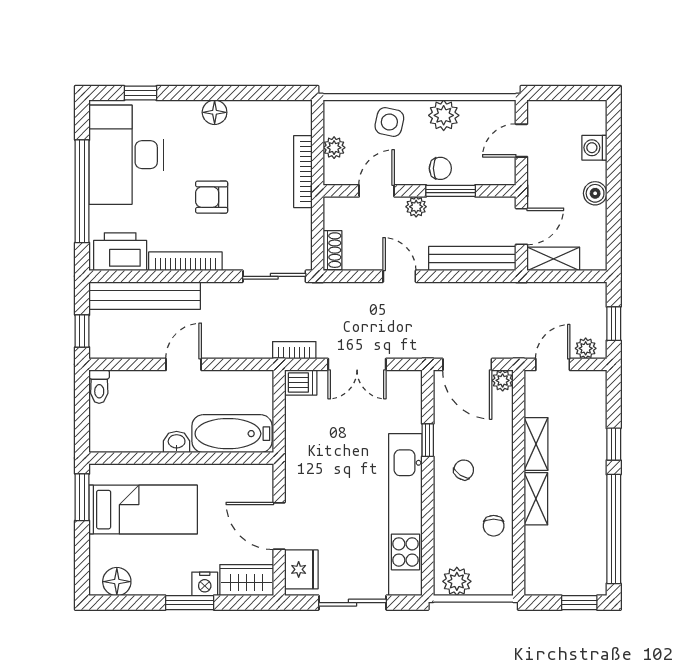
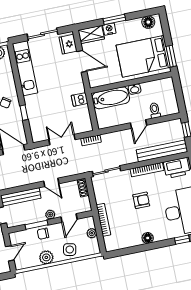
dishwasher: (301, 382) -> (80, 99), moved
toilet: (99, 387) -> (155, 110), moved
bed: (143, 510) -> (143, 56), width x1.50
kitchen unit: (405, 515) -> (25, 68), width x0.73

